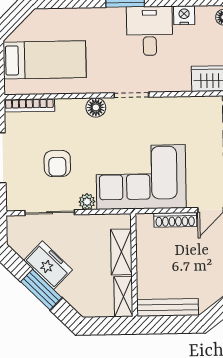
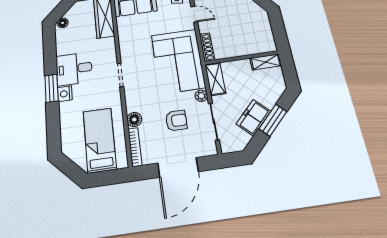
nightstand: (184, 15) -> (65, 94), moved
floor lamp: (96, 107) -> (134, 119), moved
shoe rack: (175, 220) -> (207, 47), moved
shelving: (121, 252) -> (215, 79), moved, turned 90
bench: (168, 307) -> (267, 32), removed

